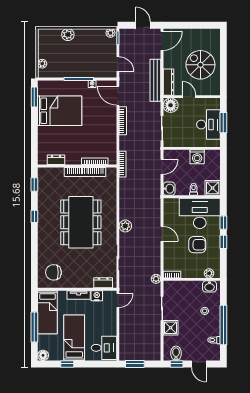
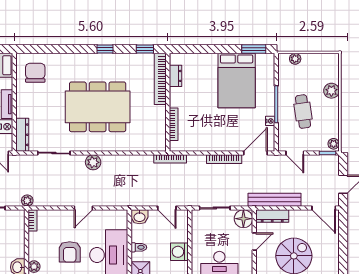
cafe table: (85, 57) -> (303, 112), added
door: (118, 64) -> (295, 153), hinge flipped
bookcase: (85, 172) -> (160, 79), moved
dresser: (103, 283) -> (22, 135), width x1.44

